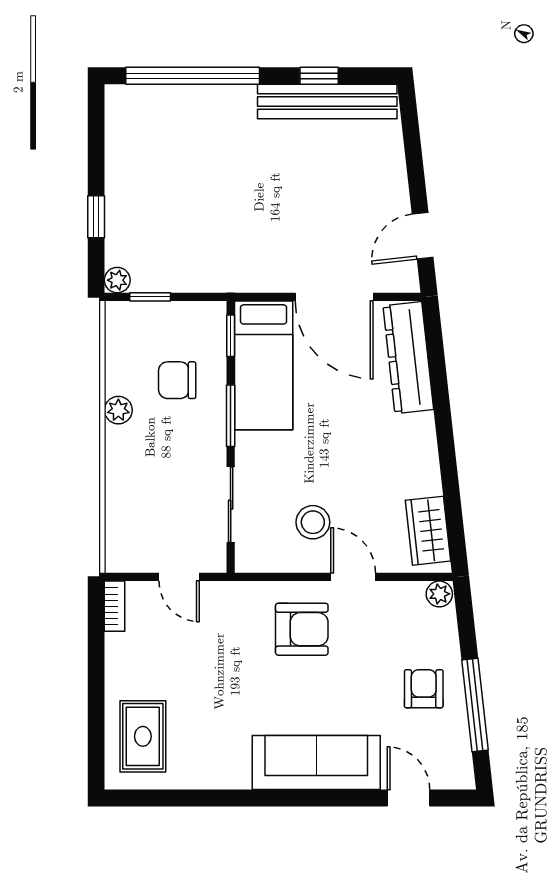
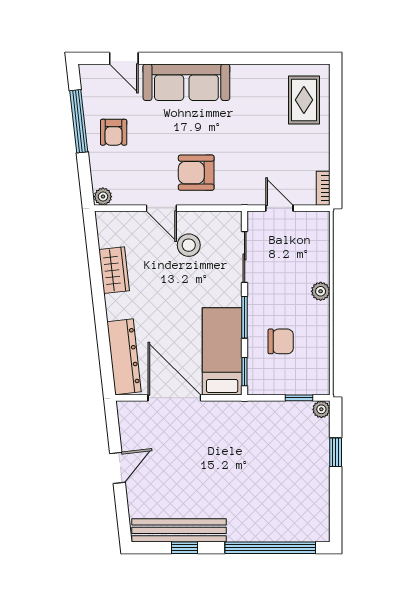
door: (423, 236) -> (117, 468), moved
plant: (118, 410) -> (321, 291), moved
wardrobe: (428, 531) -> (114, 270), moved

